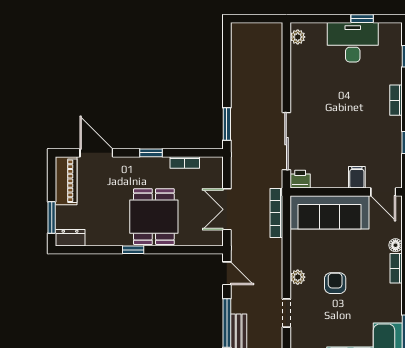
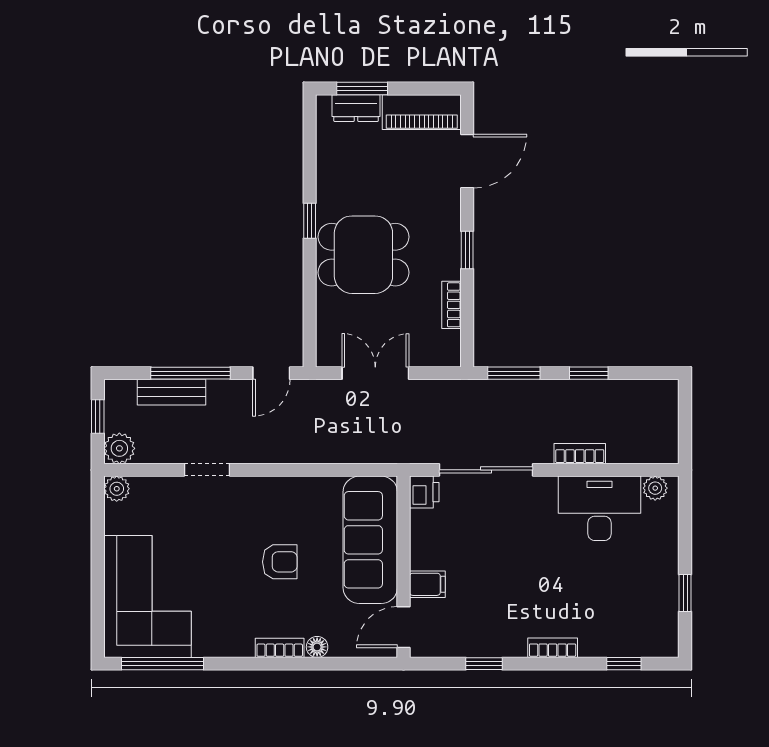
desk: (353, 42) -> (600, 508), moved, turned -90
window: (227, 78) -> (589, 373), added
bookcase: (276, 213) -> (580, 454), moved, width x0.64
dresser: (70, 238) -> (356, 108), moved, turned 90
plant: (298, 277) -> (265, 488), removed
armchair: (335, 283) -> (280, 562), moved

